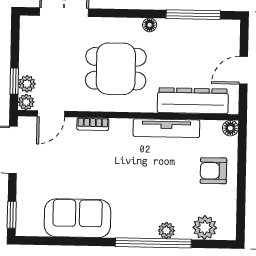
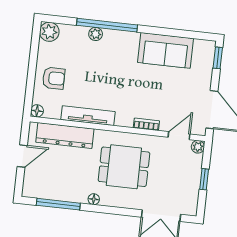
window: (14, 81) -> (204, 179), moved
plant: (27, 84) -> (196, 161), removed
plant: (205, 228) -> (49, 32), moved

